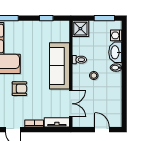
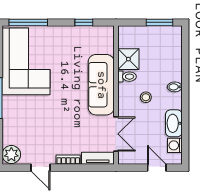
shower: (80, 29) -> (128, 59), moved
washing machine: (116, 35) -> (175, 145), moved
washbasin: (115, 52) -> (174, 123), moved
armchair: (19, 89) -> (49, 114), removed

